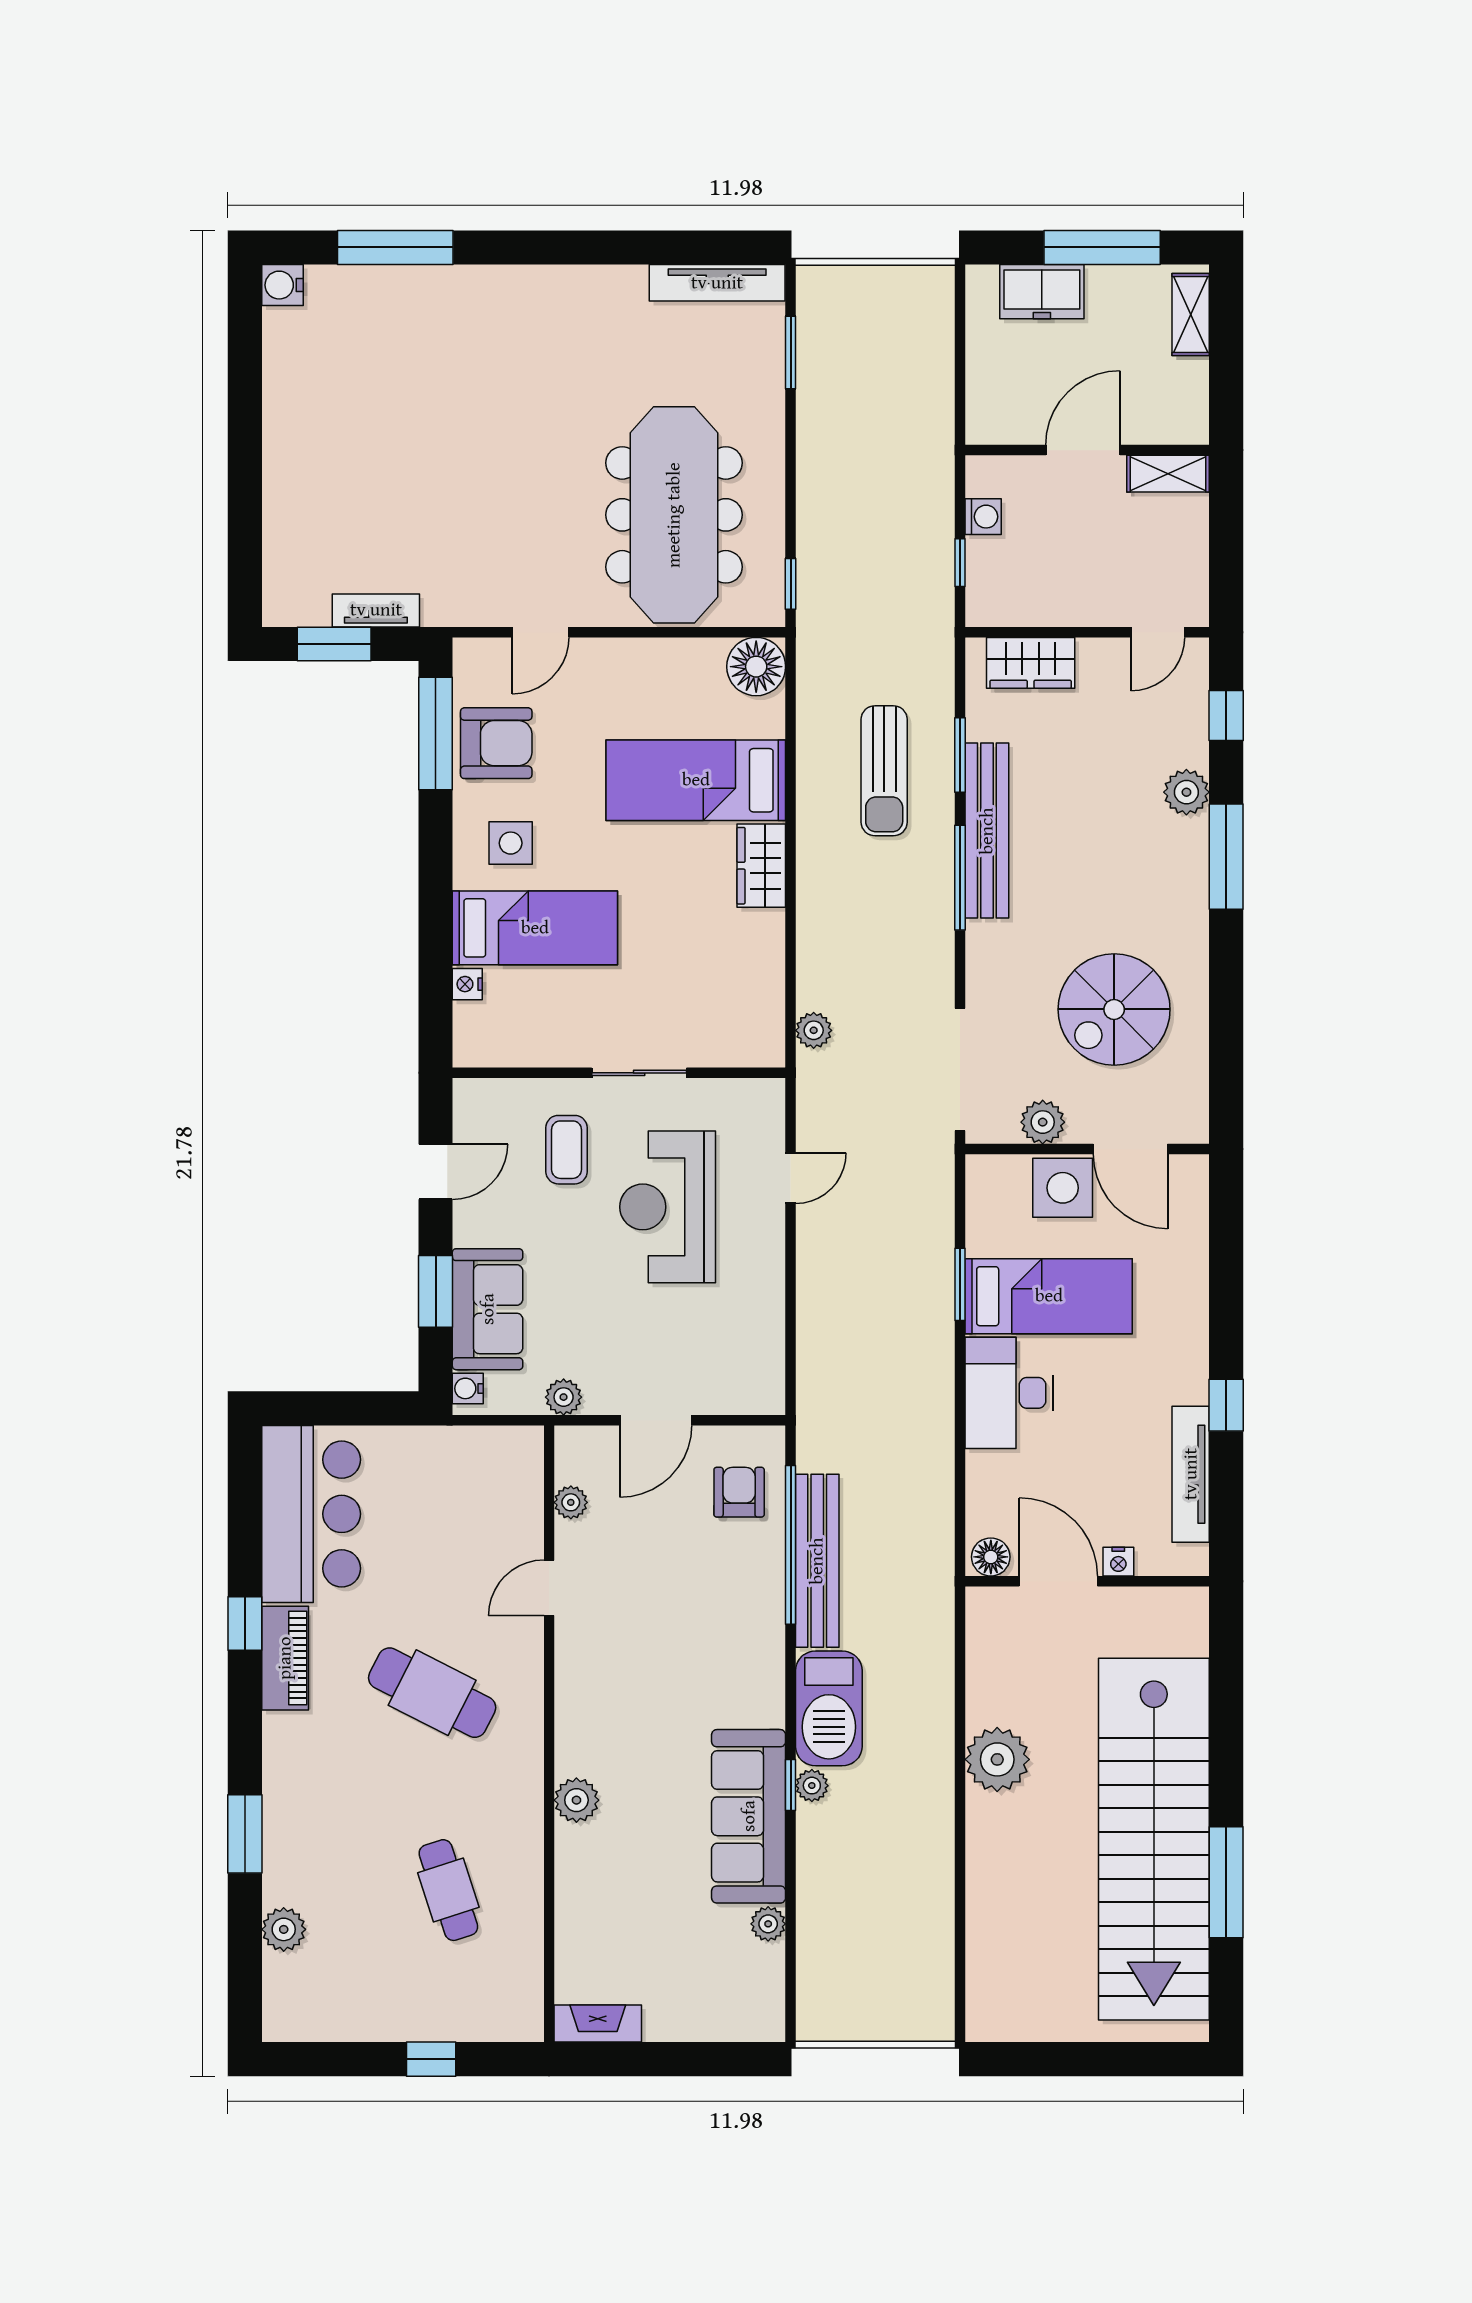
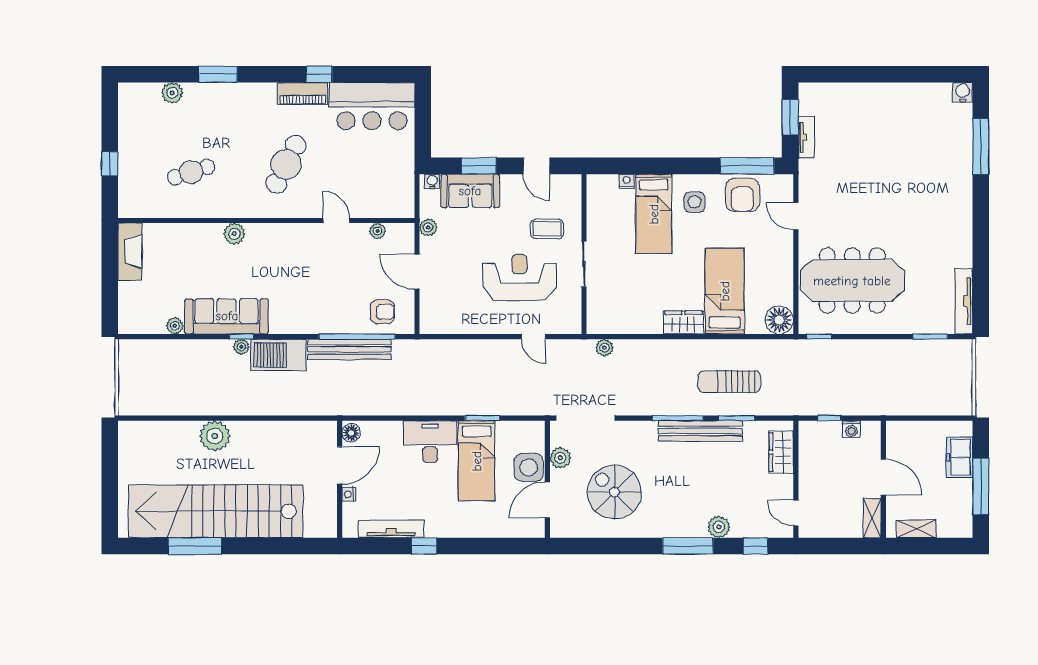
shelving: (1191, 315) -> (916, 529), moved
plant: (997, 1759) -> (215, 436), moved
fireplace: (598, 2024) -> (130, 252), width x1.37, depth x1.32

